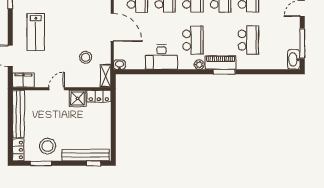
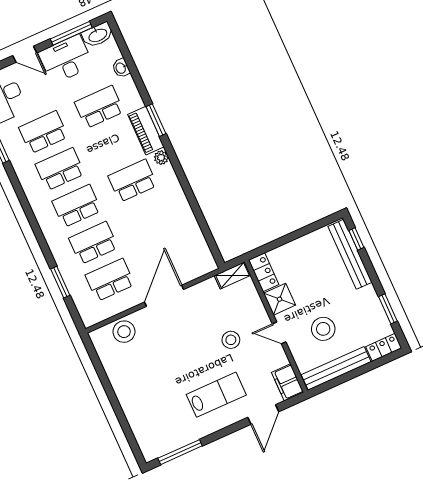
stool: (86, 57) -> (231, 340), moved
desk: (161, 57) -> (66, 59), moved, turned -90
washbasin: (119, 65) -> (121, 68), moved
stool: (48, 146) -> (323, 329), moved

